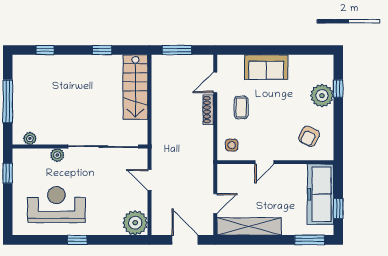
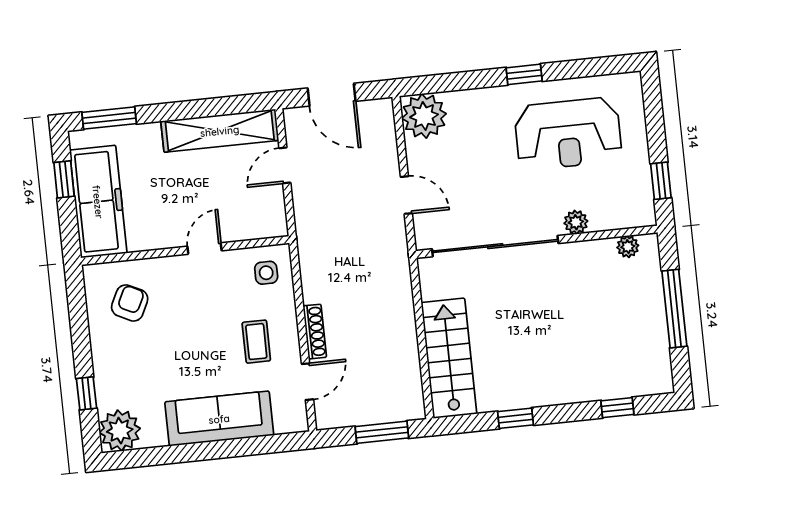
sofa: (266, 67) -> (219, 419), width x1.36
plant: (322, 96) -> (120, 431), moved

